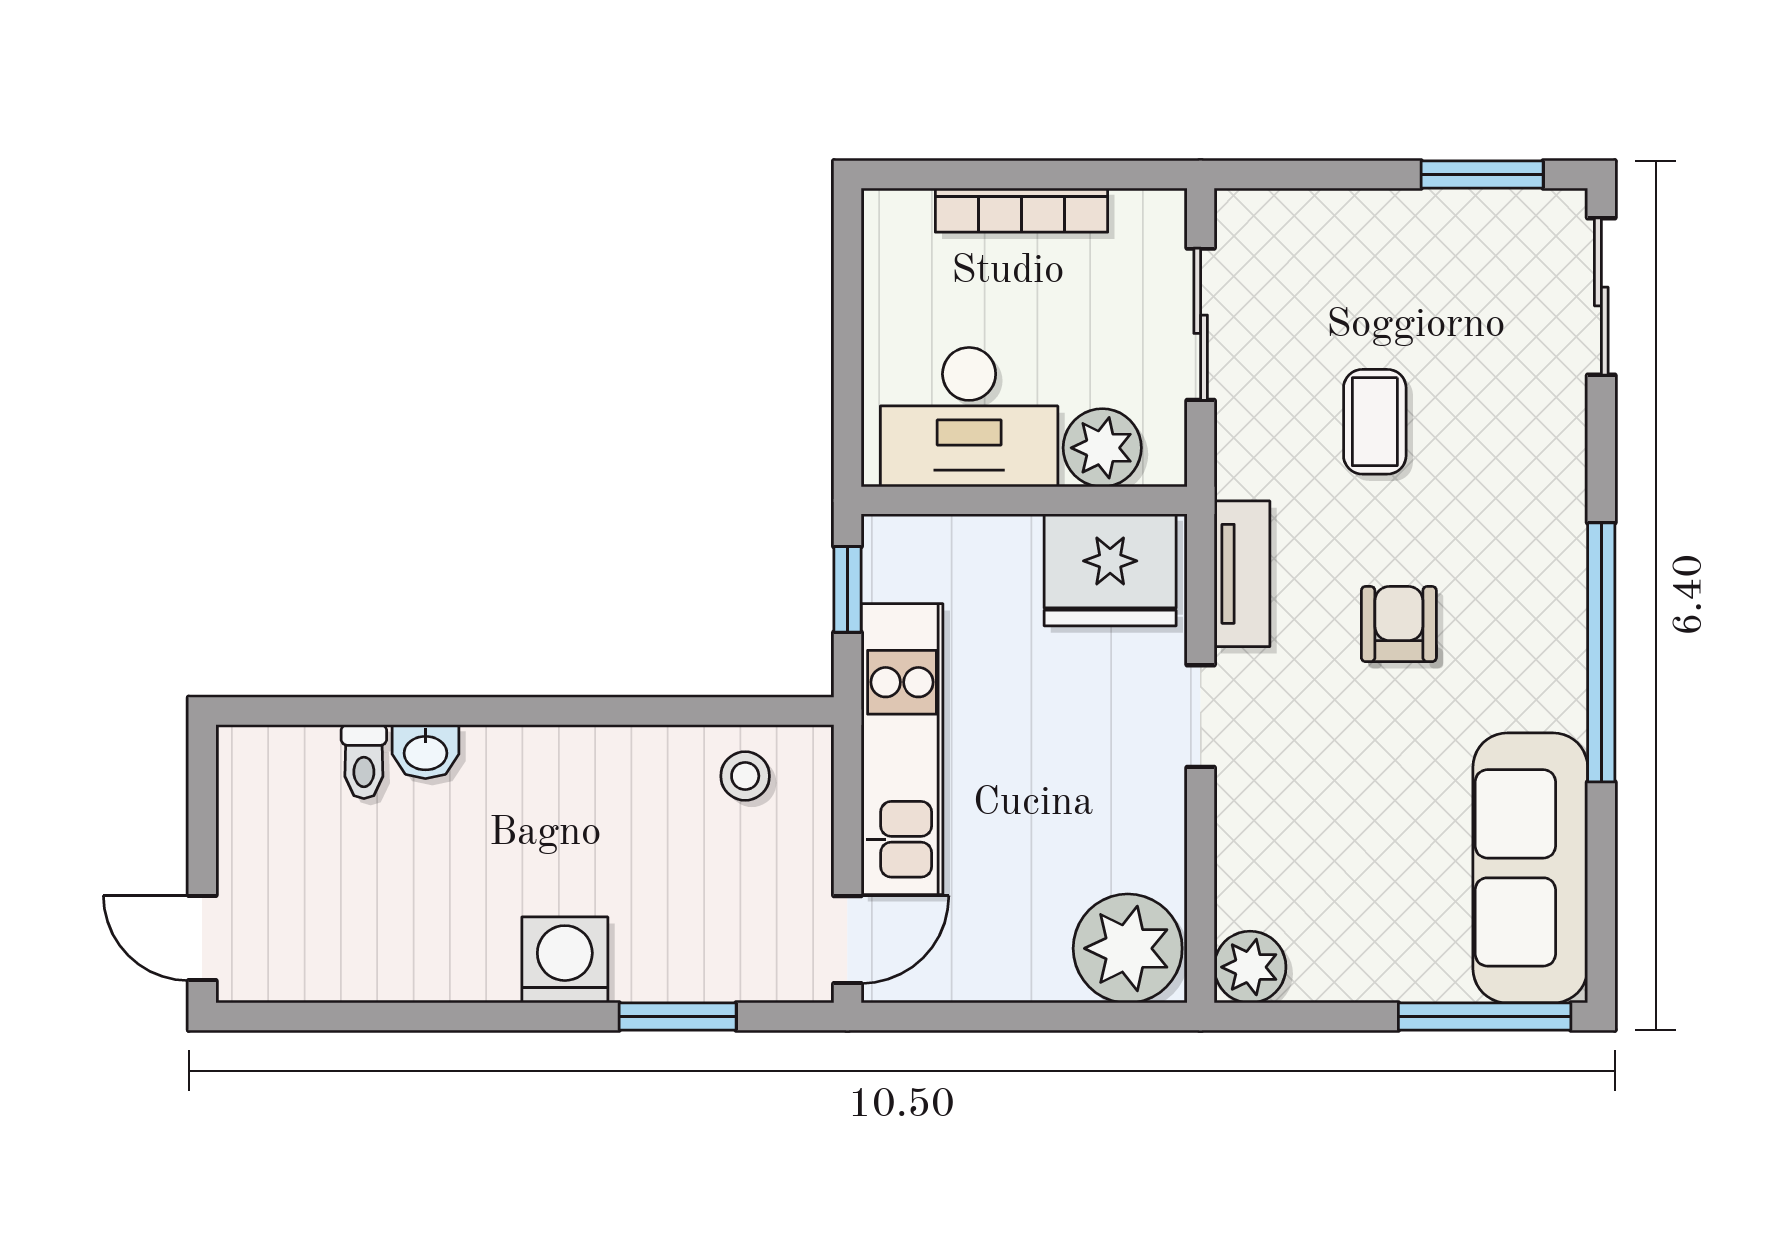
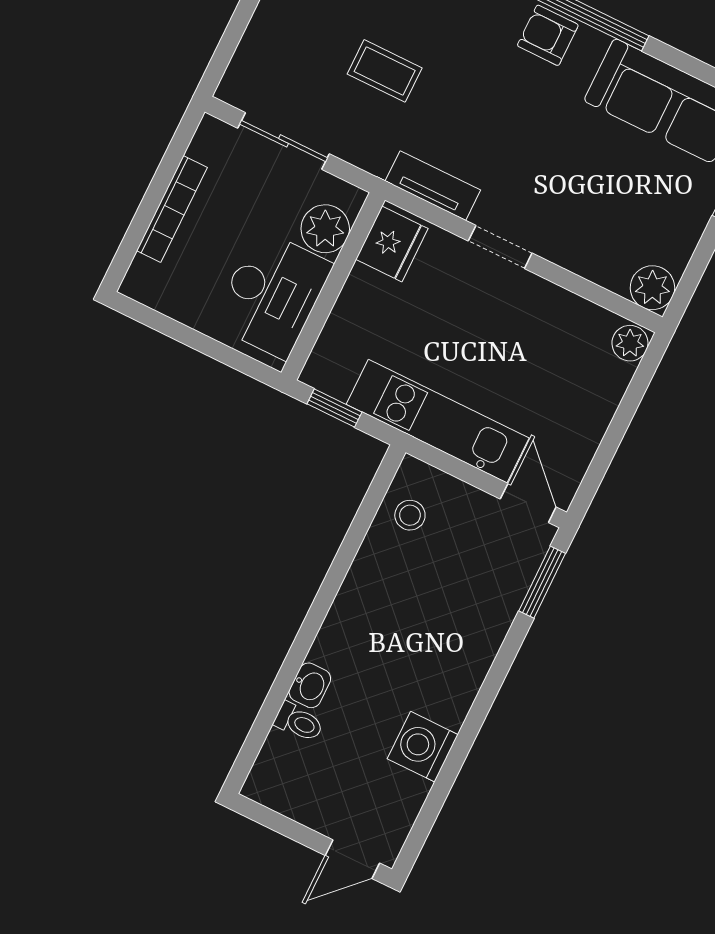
fridge: (1110, 570) -> (392, 244), width x0.73, depth x0.75
armchair: (1399, 624) -> (548, 35), moved
plant: (1128, 948) -> (630, 343), width x0.53, depth x0.53
washing machine: (565, 960) -> (423, 747), moved
window: (678, 1017) -> (542, 582), moved

